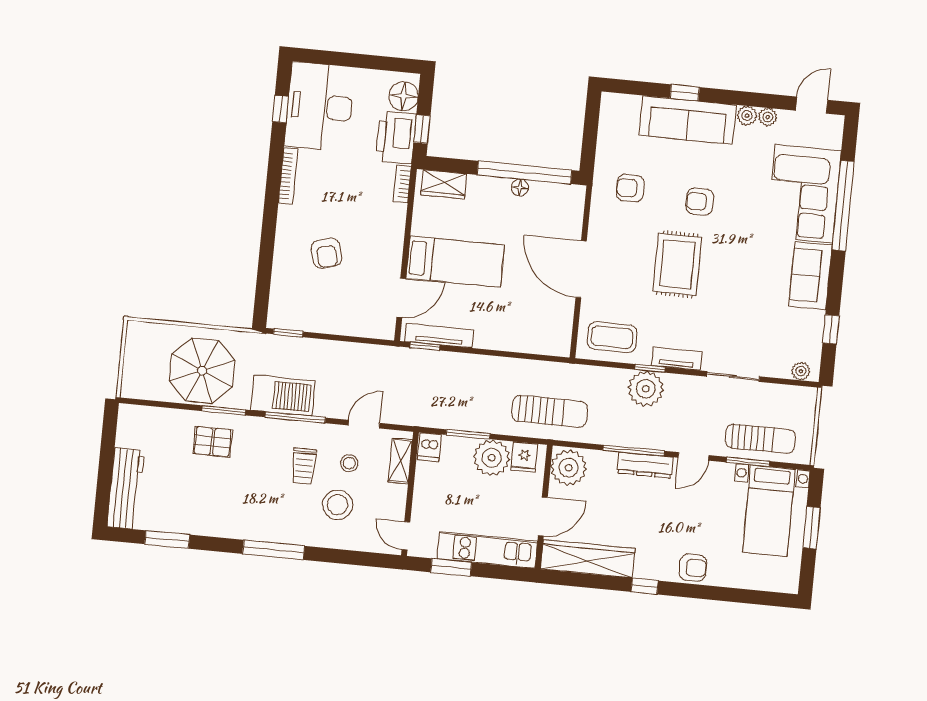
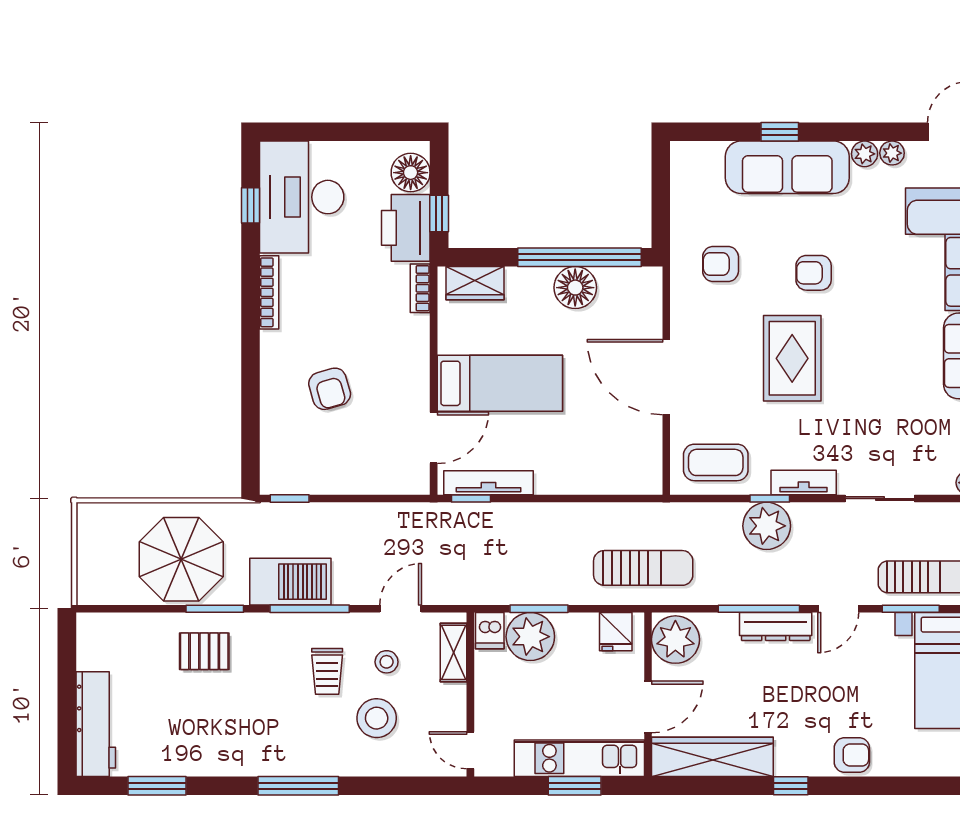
floor lamp: (520, 188) -> (575, 288), width x1.89, depth x1.89
plant: (492, 458) -> (530, 637), moved
window: (451, 567) -> (575, 786), moved

